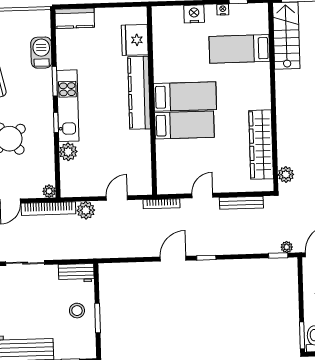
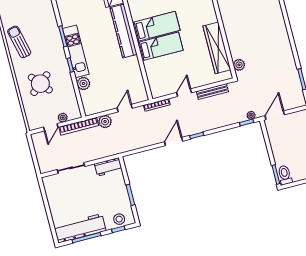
barbecue: (41, 53) -> (49, 19), removed
plant: (49, 191) -> (63, 118), moved
stool: (77, 311) -> (119, 219), moved

